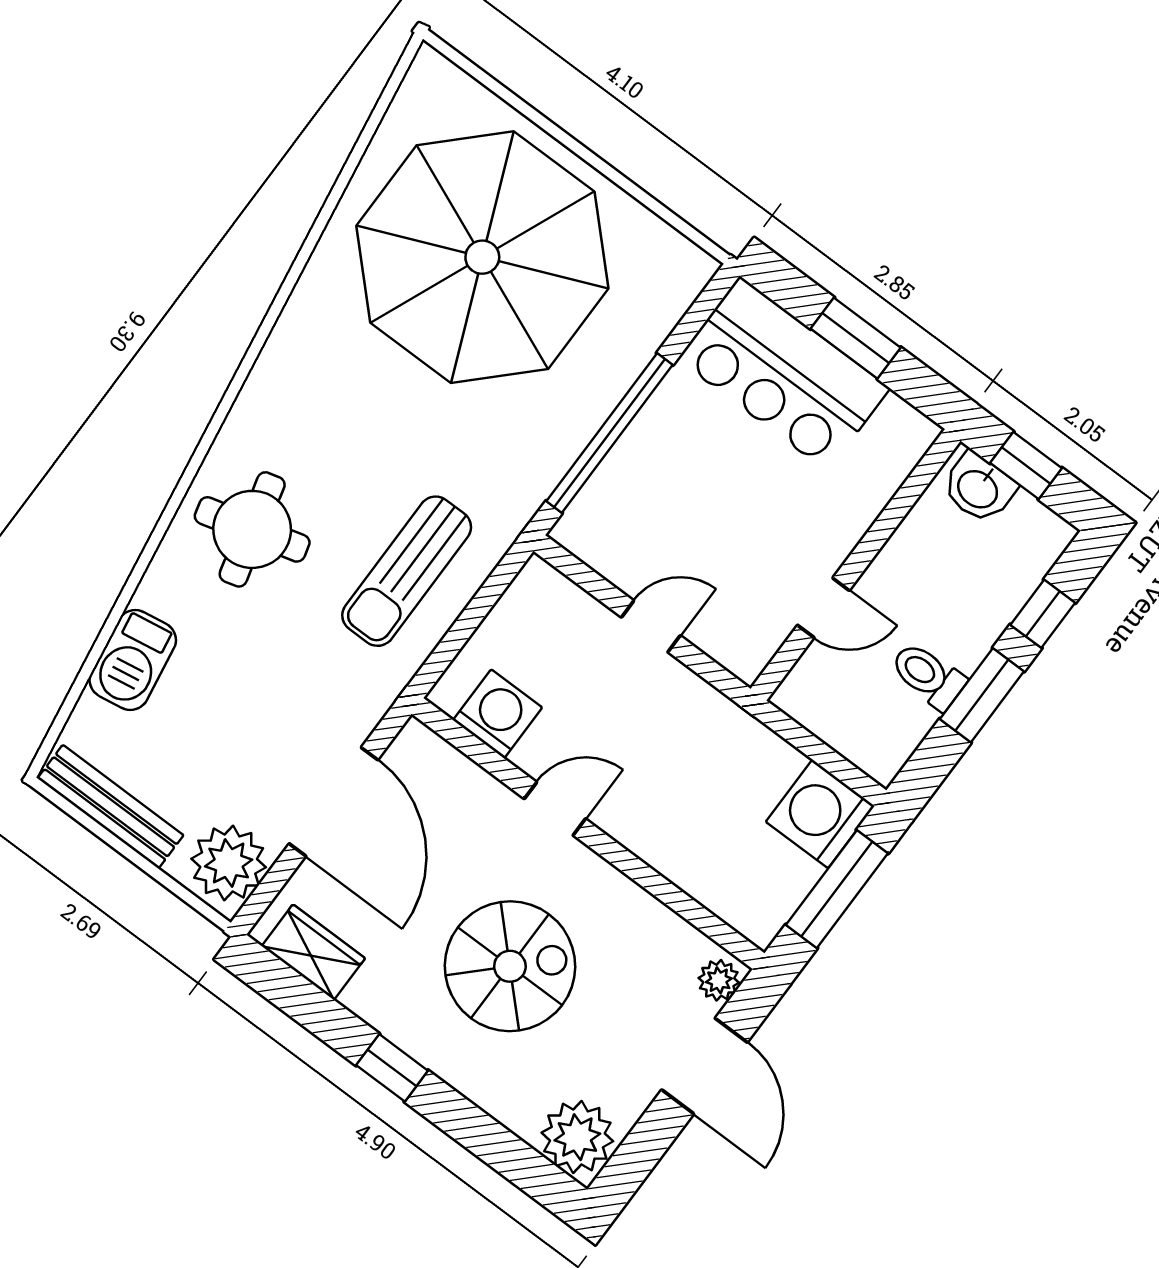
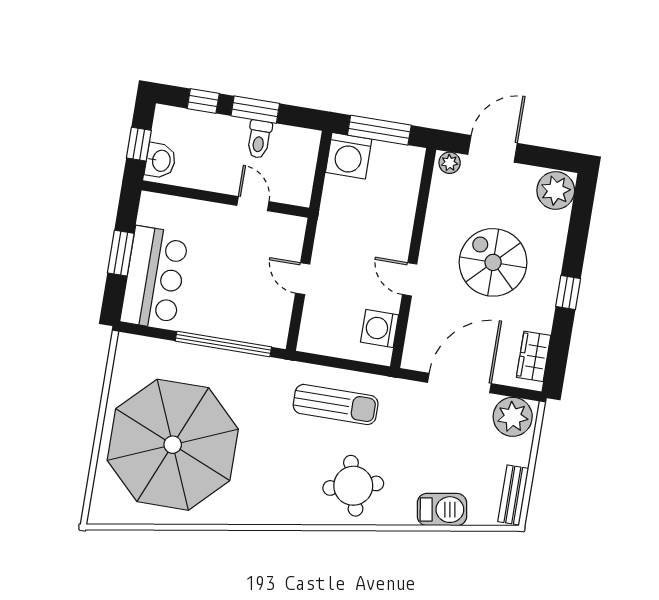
bench: (111, 807) -> (513, 495), width x0.73

